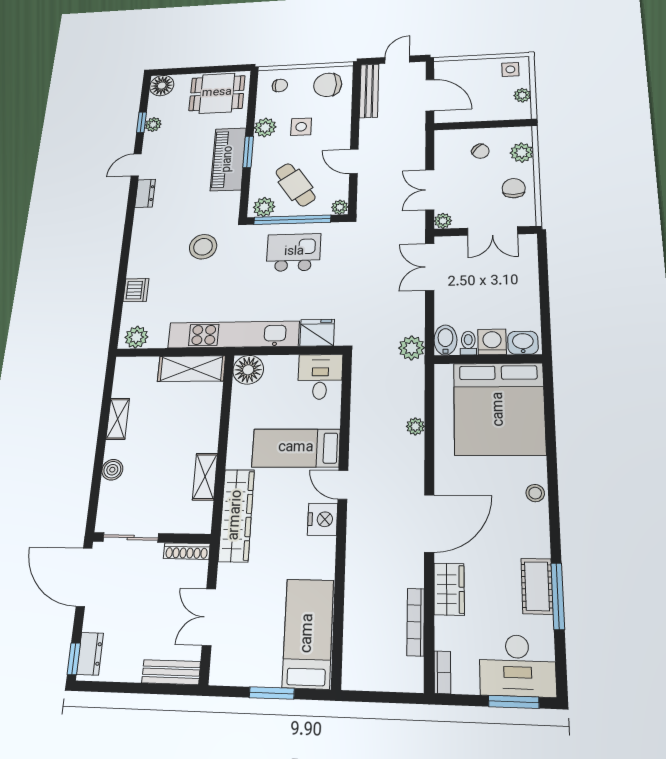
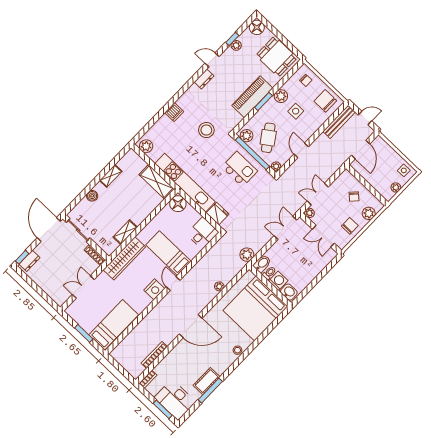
dishwasher: (136, 290) -> (174, 112), moved
wardrobe: (449, 589) -> (176, 355), removed
bench: (171, 672) -> (54, 294), removed

